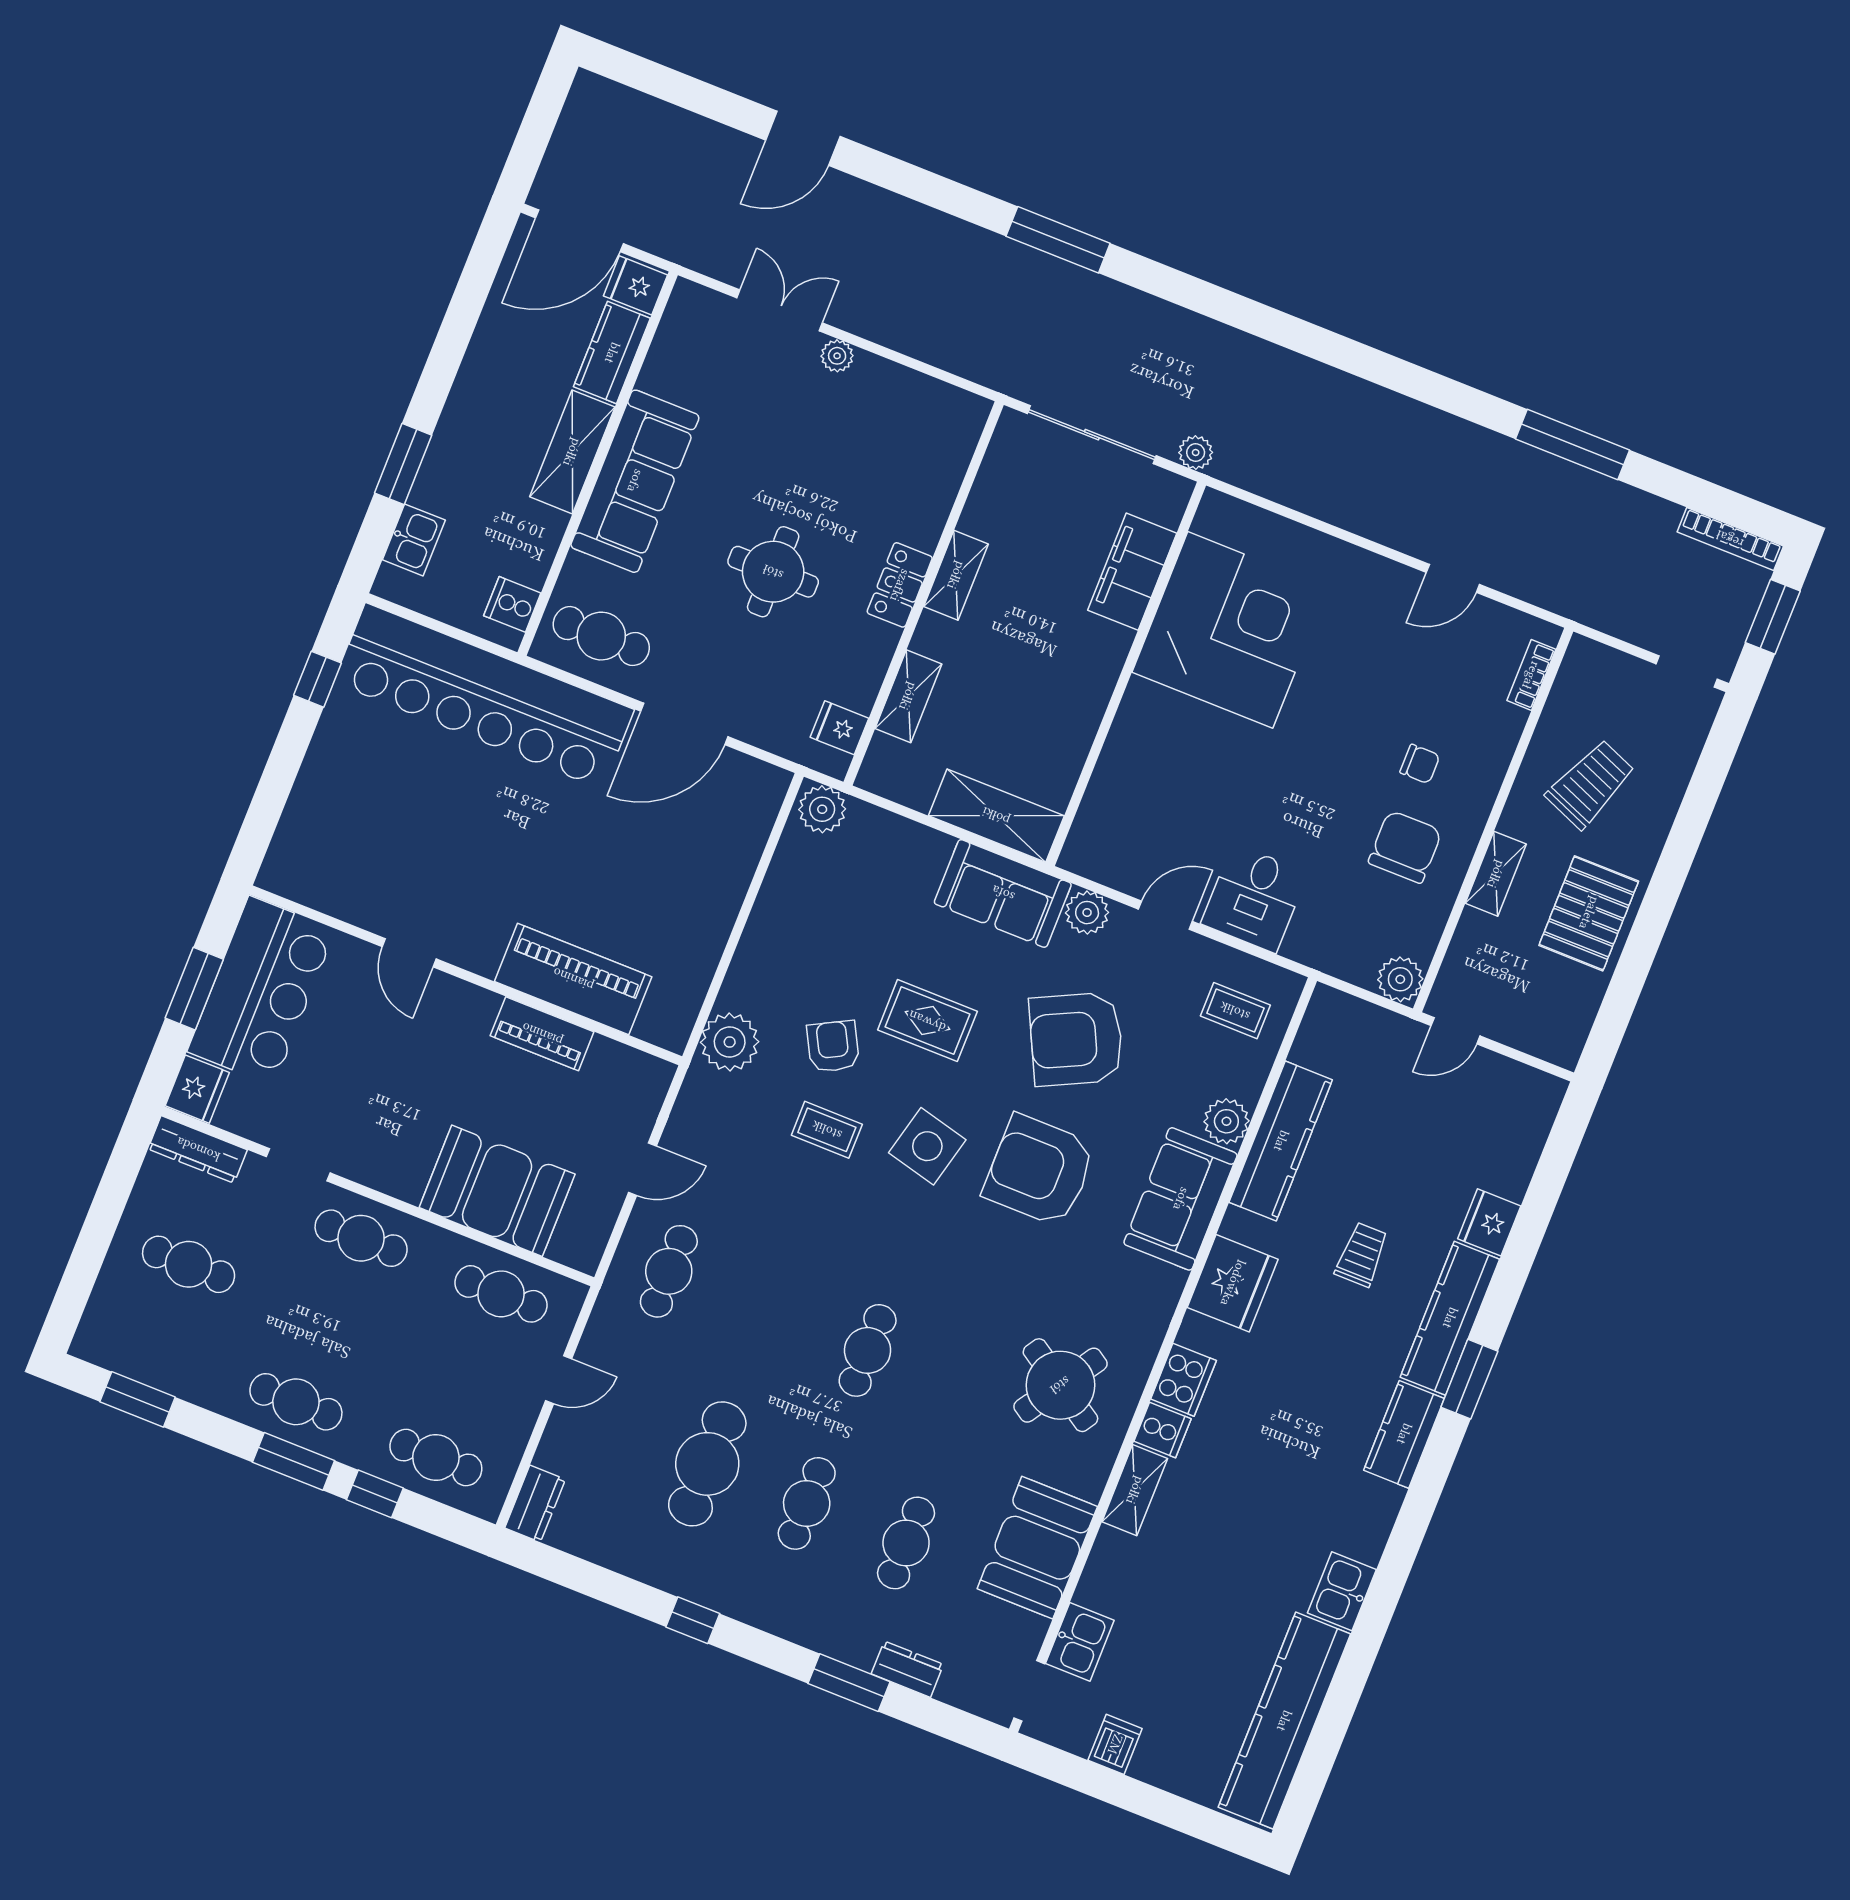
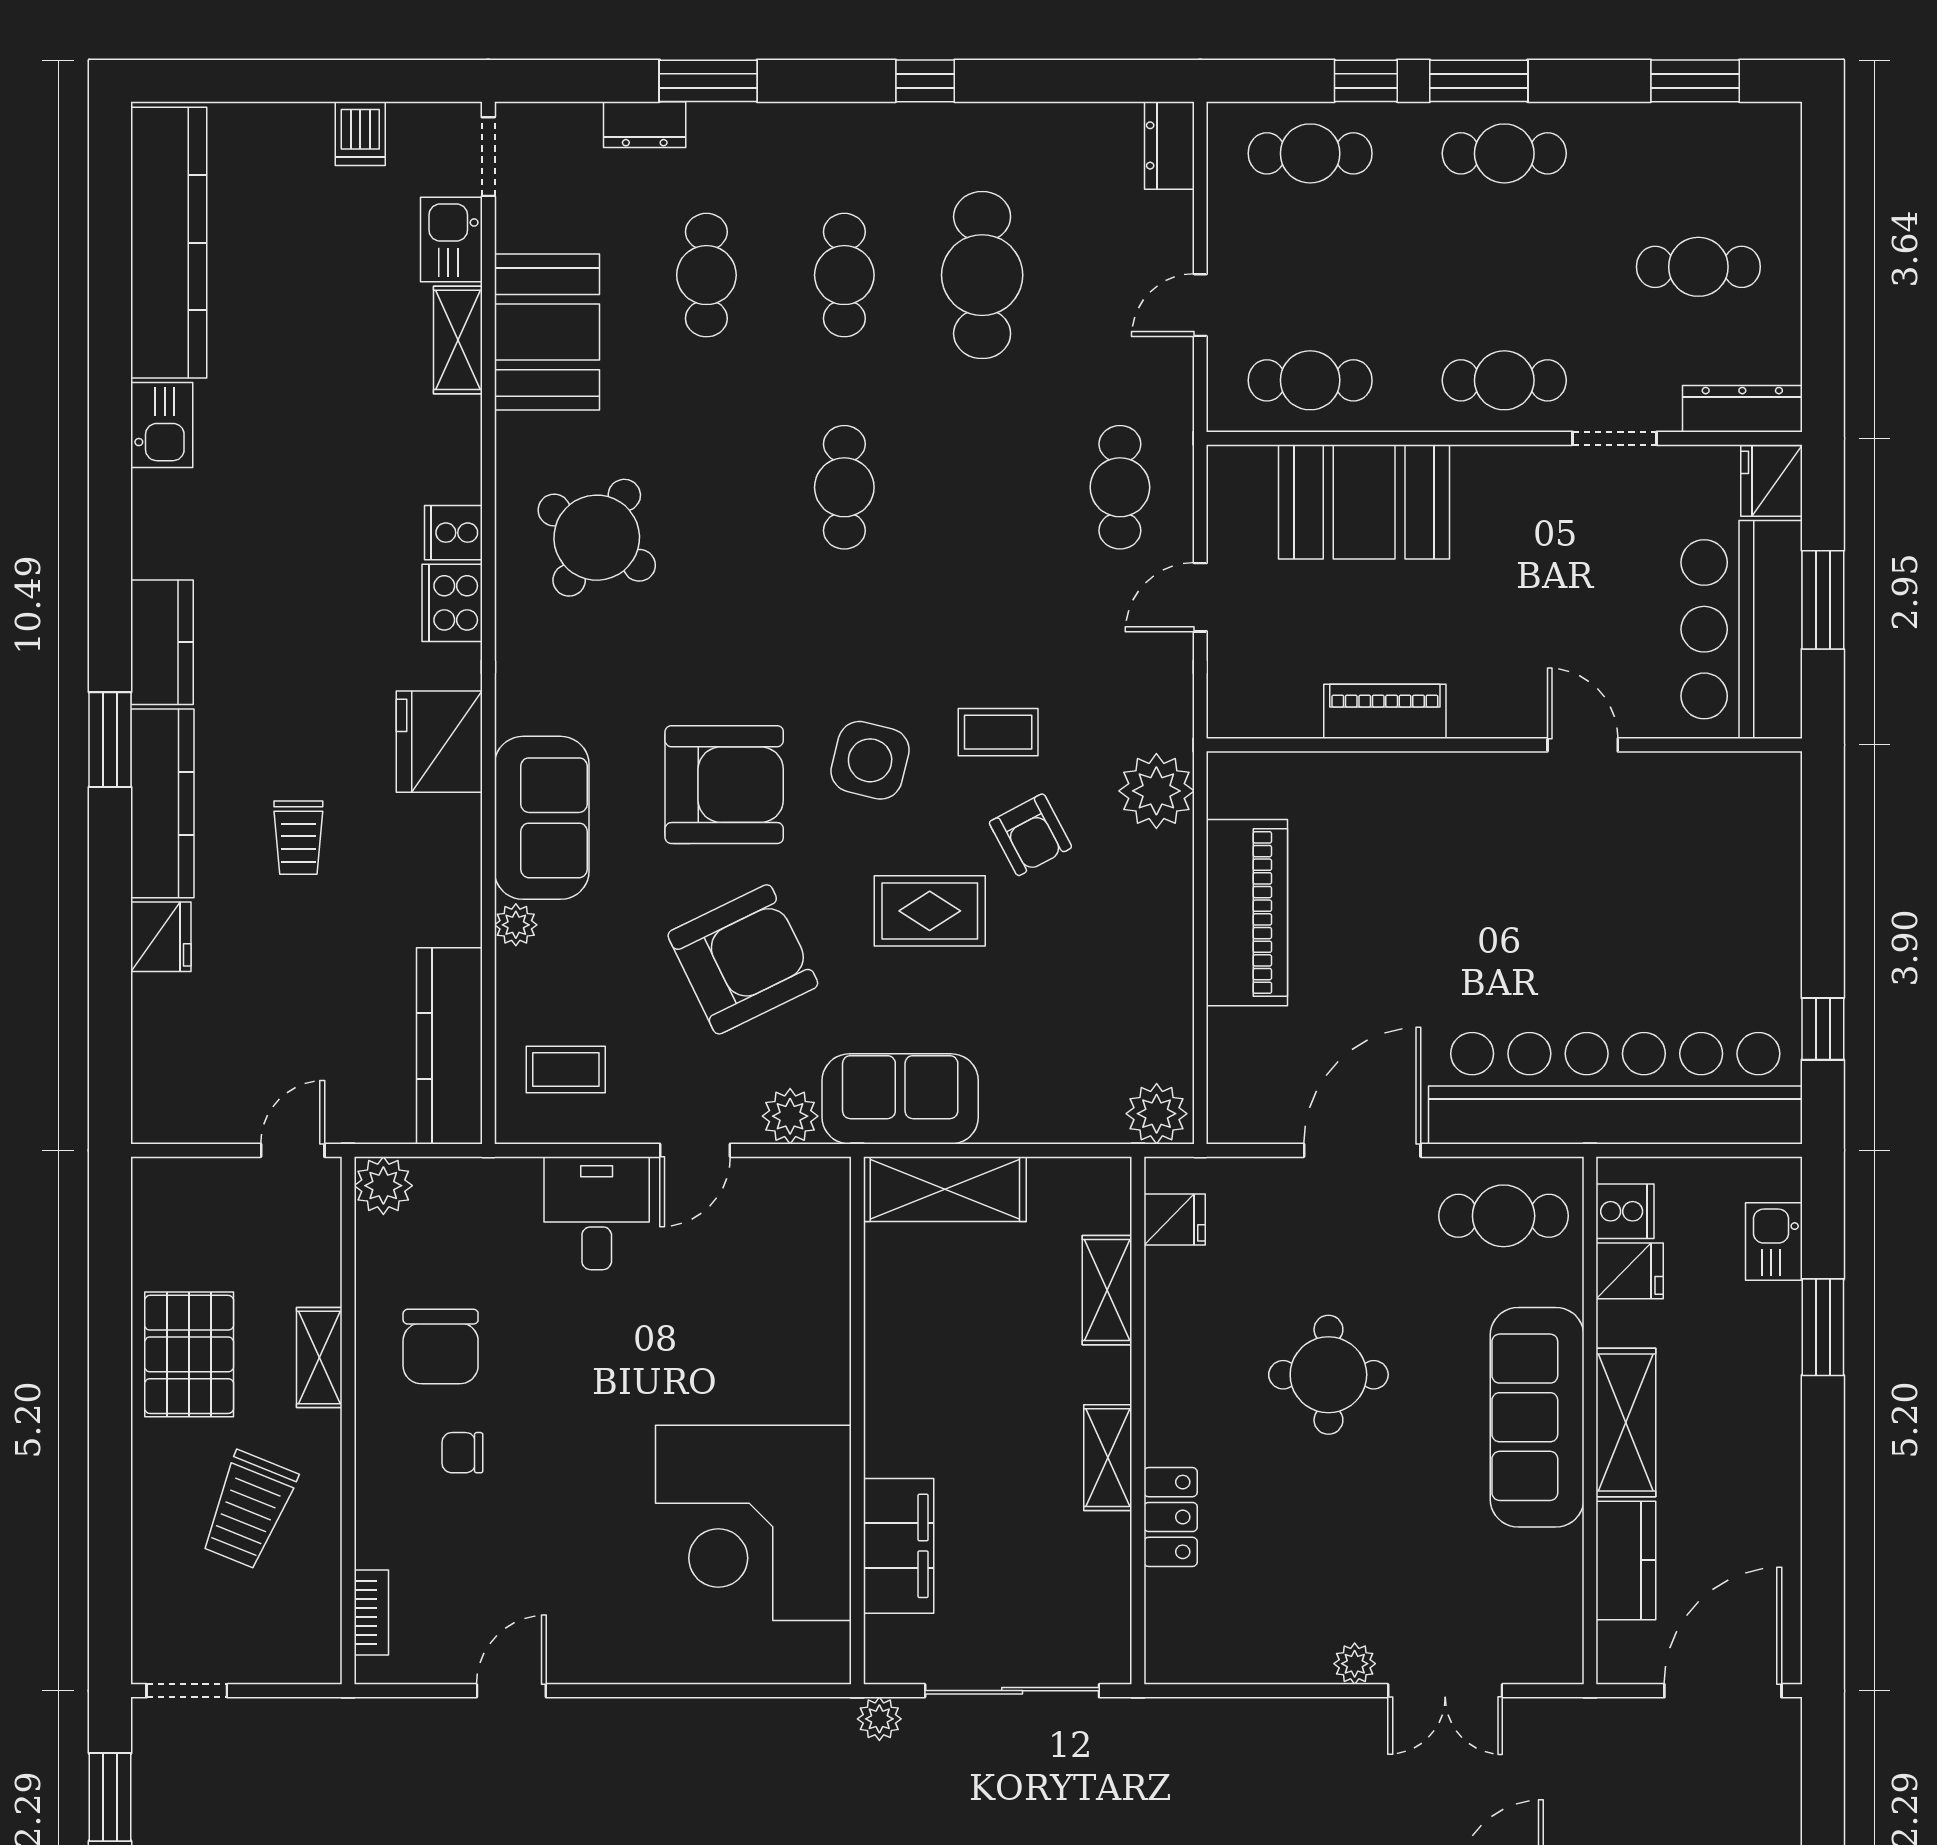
fridge: (635, 285) -> (1630, 1271), moved
locker: (900, 585) -> (1171, 1517), moved
piano: (573, 979) -> (1247, 913), moved, turned -90
plant: (1226, 1121) -> (516, 925), width x0.73, depth x0.73
kitchen counter: (1281, 1141) -> (449, 1046), moved
shelving: (1135, 1490) -> (458, 340), moved

